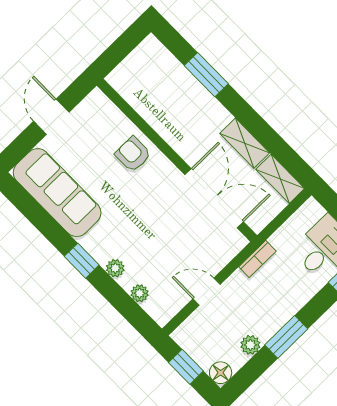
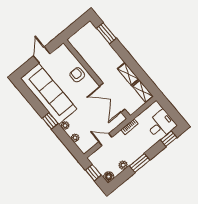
window: (206, 75) -> (106, 33), moved
sofa: (57, 193) -> (49, 94), width x1.36, depth x1.27
double door: (214, 198) -> (112, 98), swing flipped

